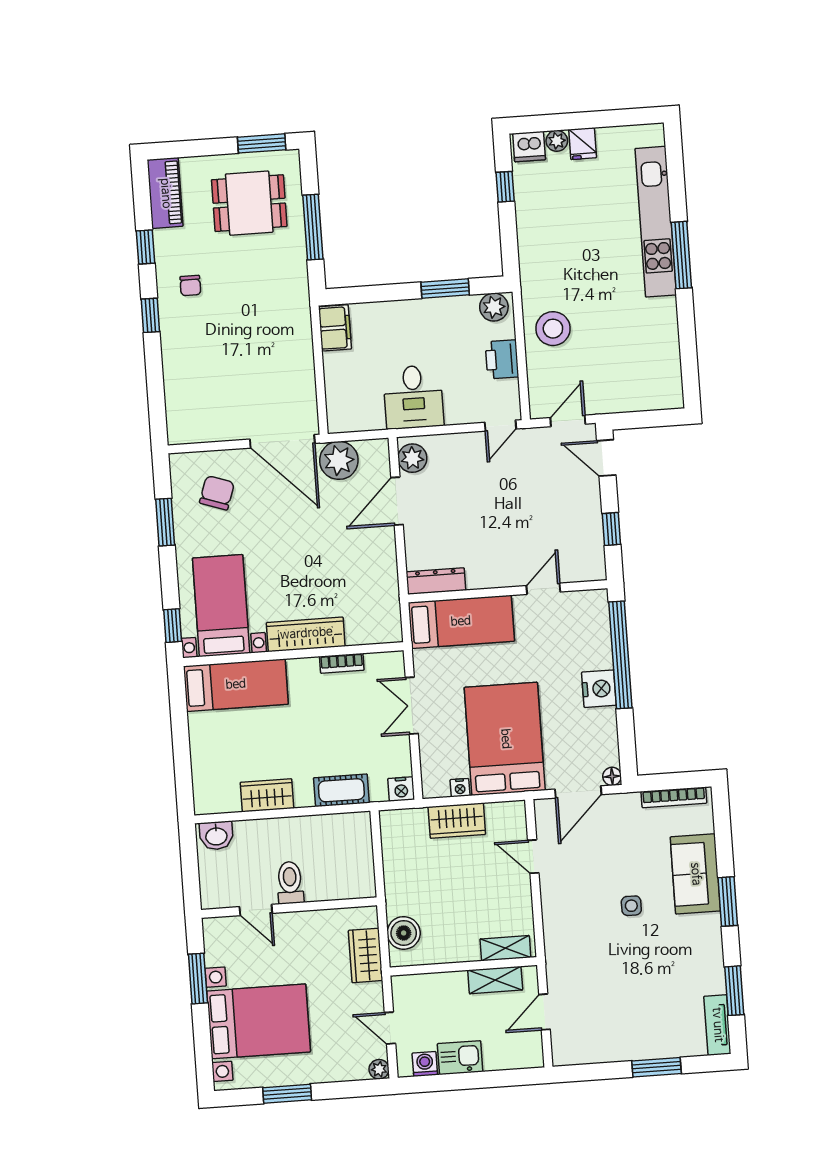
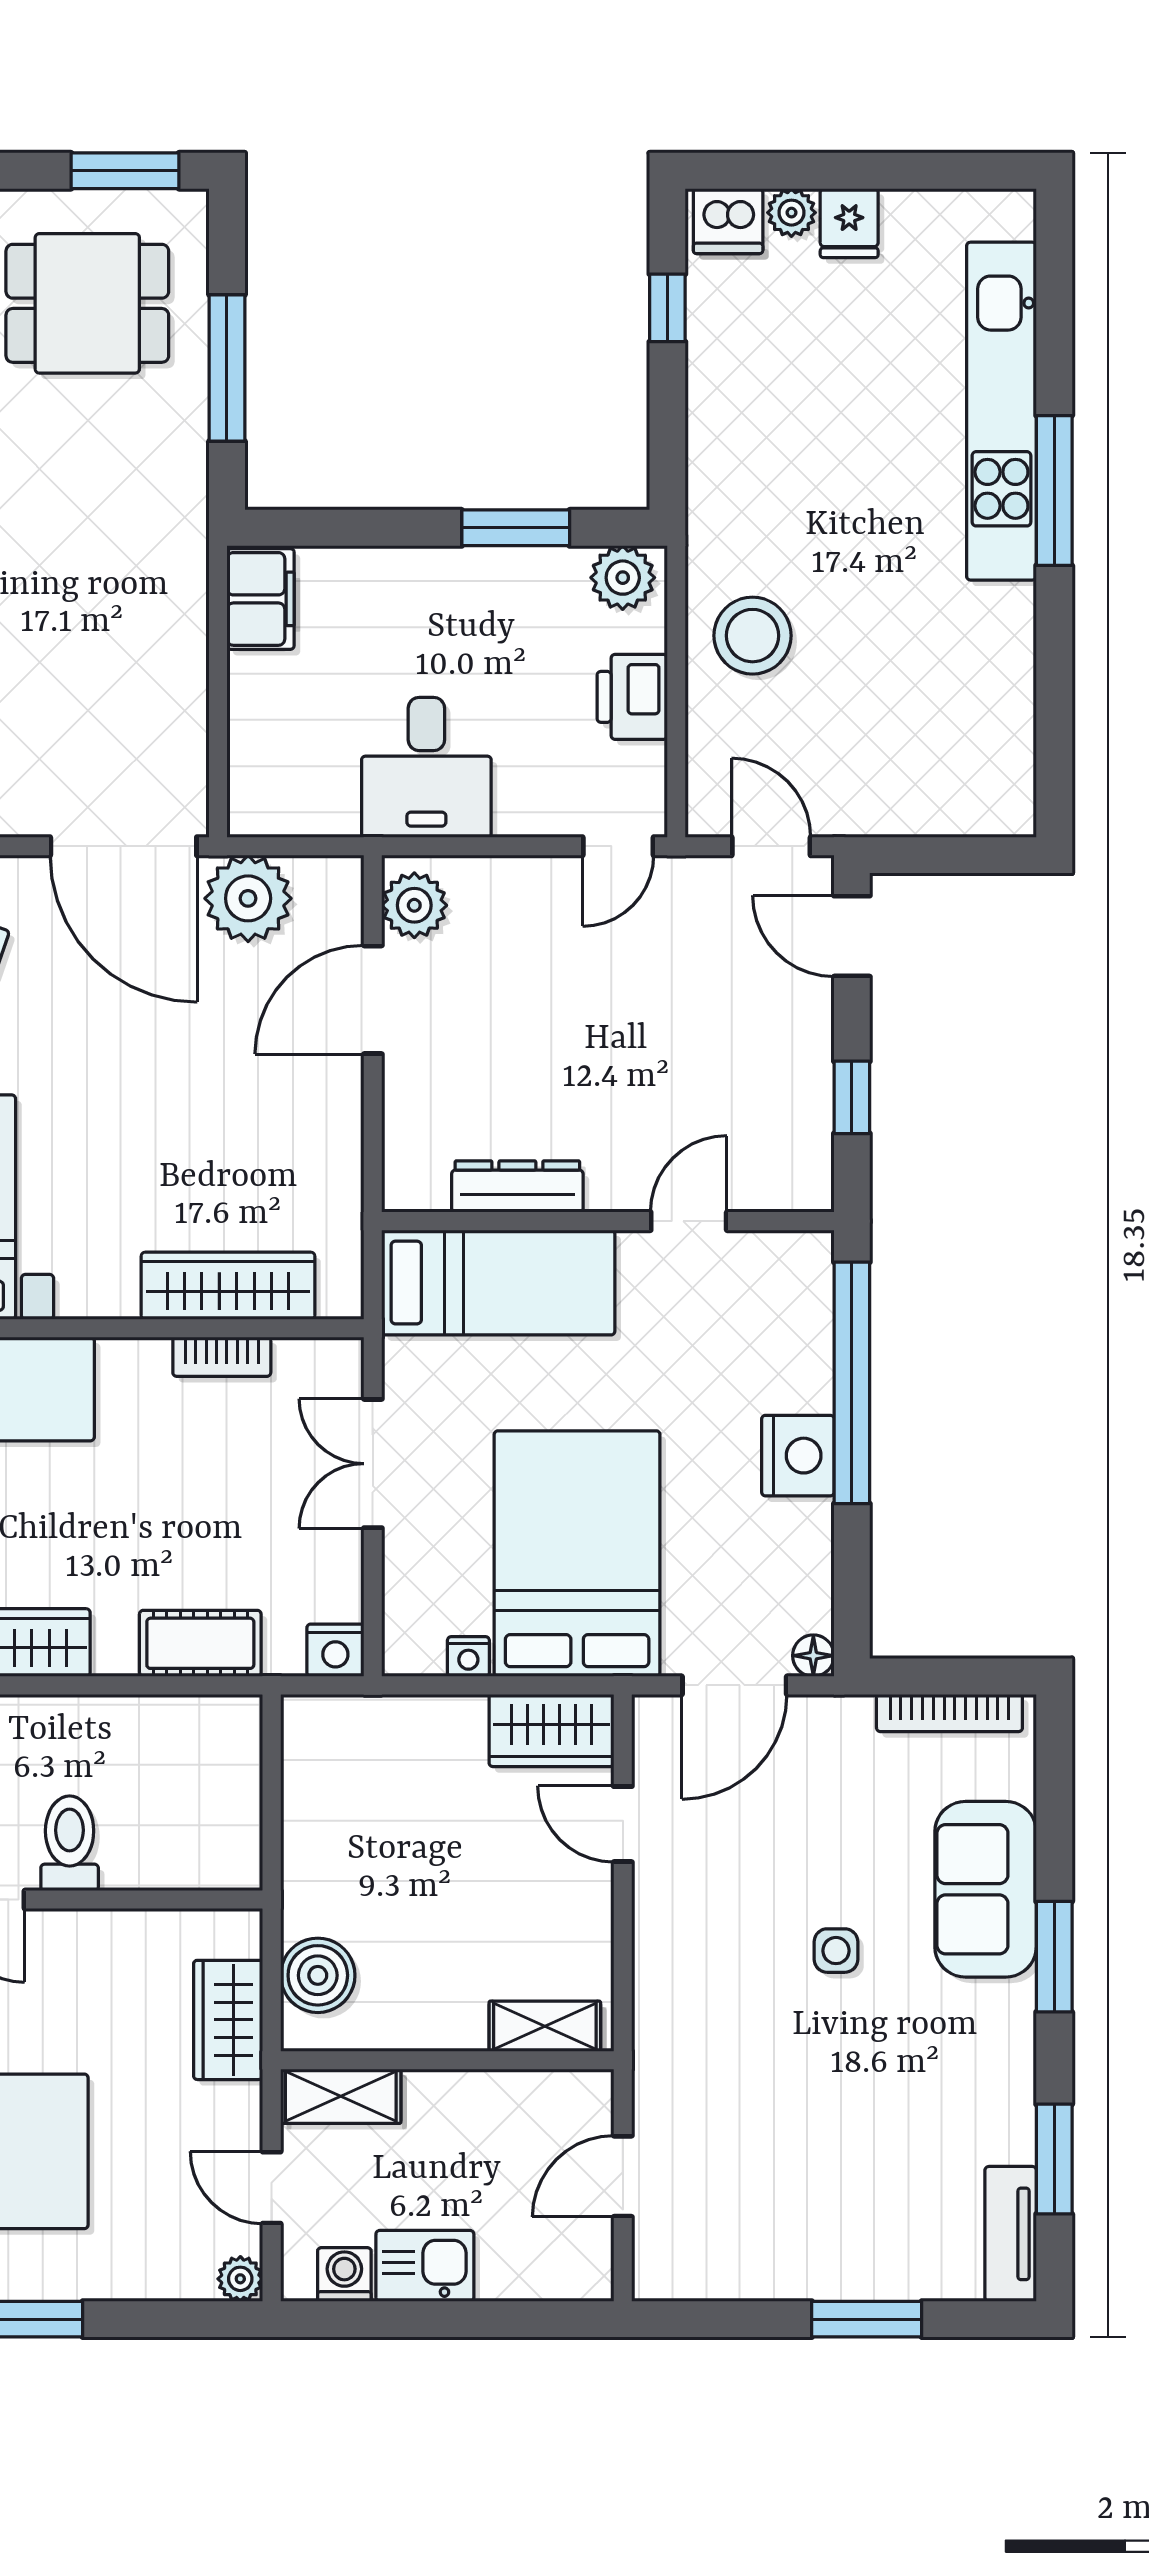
door: (568, 421) -> (771, 846), hinge flipped
dresser: (436, 581) -> (517, 1186), moved
wardrobe: (306, 634) -> (228, 1286), moved
wardrobe: (457, 821) -> (551, 1730), moved
shelving: (495, 980) -> (341, 2096), moved

